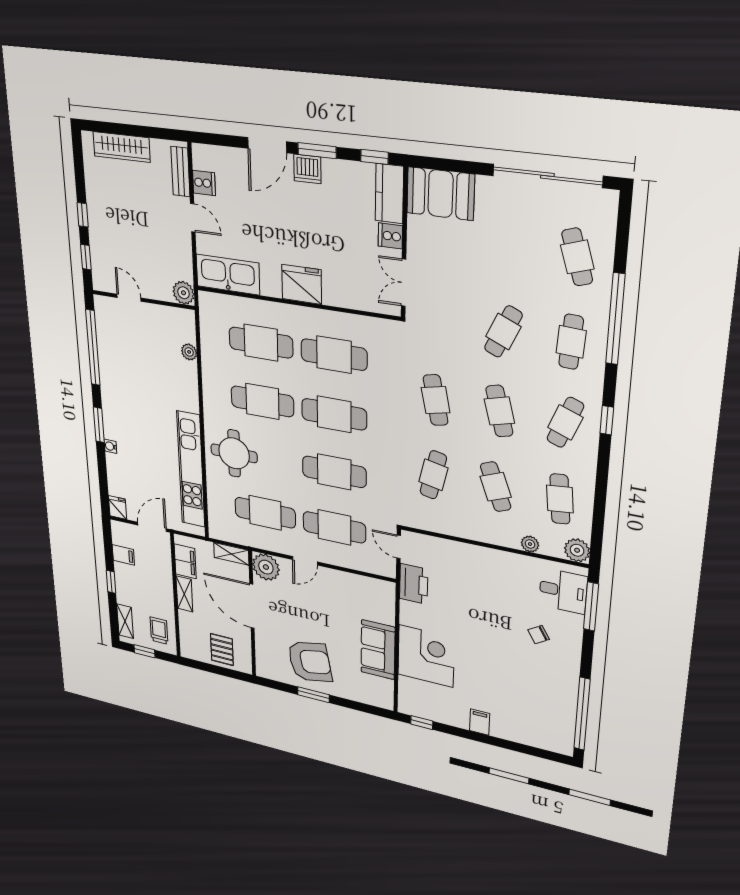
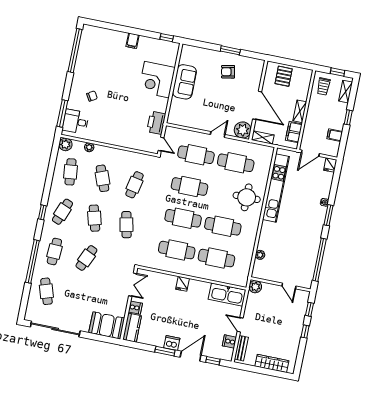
window: (374, 157) -> (213, 361), moved
fridge: (302, 284) -> (182, 284), width x0.53, depth x0.75
armchair: (310, 662) -> (228, 72), width x0.53, depth x0.53

